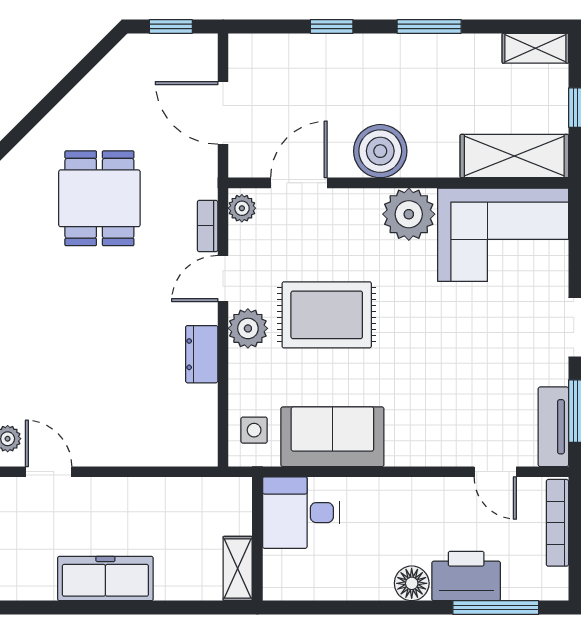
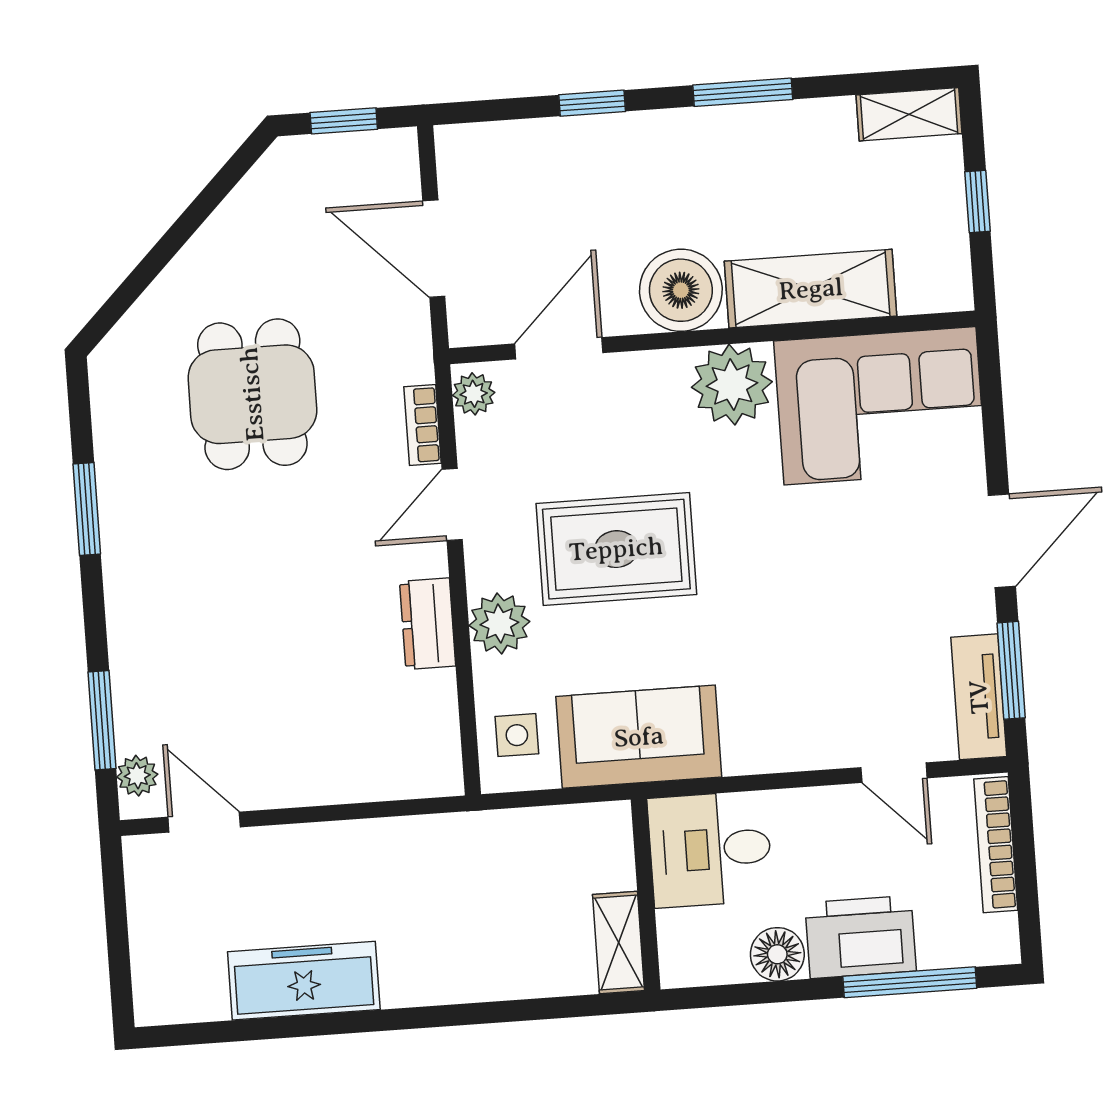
shelving: (514, 156) -> (811, 289), moved
plant: (248, 328) -> (499, 623), moved
desk: (301, 513) -> (710, 849), moved
wall: (257, 539) -> (646, 895), moved
shelving: (238, 568) -> (618, 943), moved

